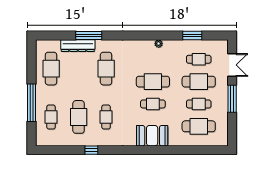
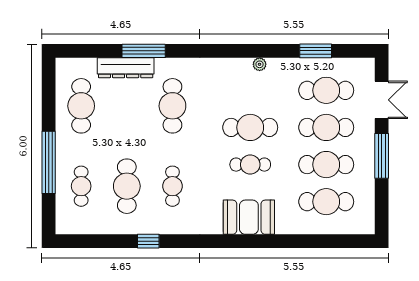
cafe table: (199, 59) -> (326, 90), width x1.37, depth x1.35
cafe table: (199, 104) -> (326, 165), width x1.37, depth x1.35

